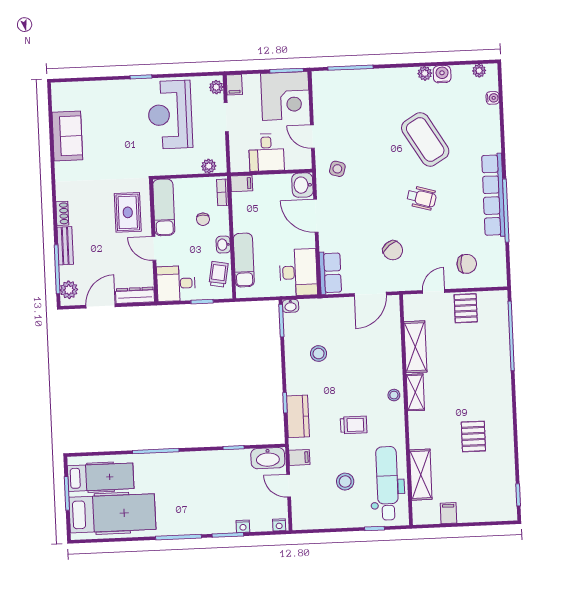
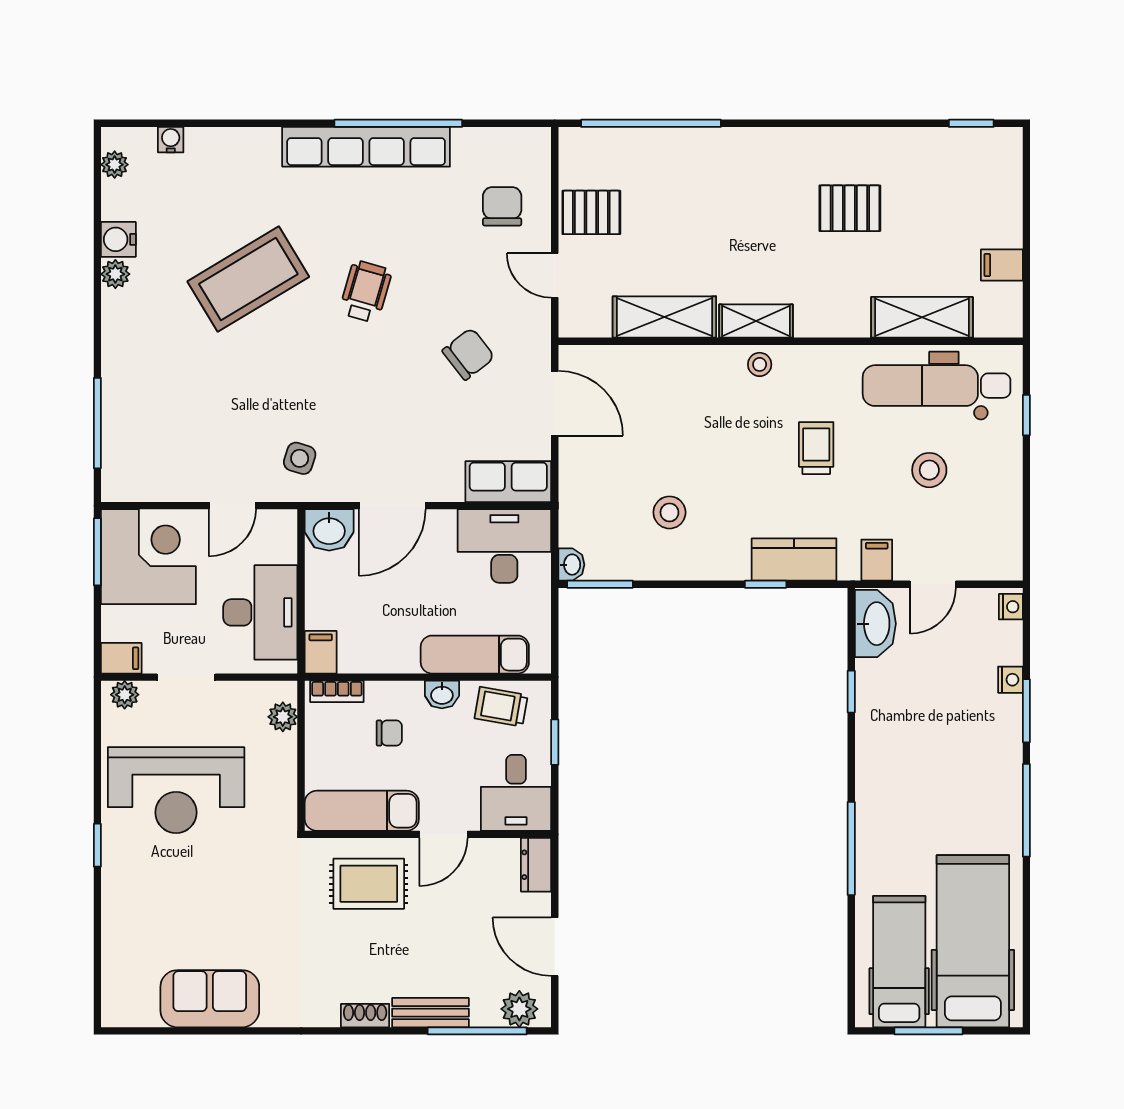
desk: (266, 152) -> (260, 612), width x1.37
dresser: (135, 295) -> (536, 865), width x0.70

